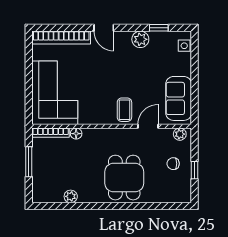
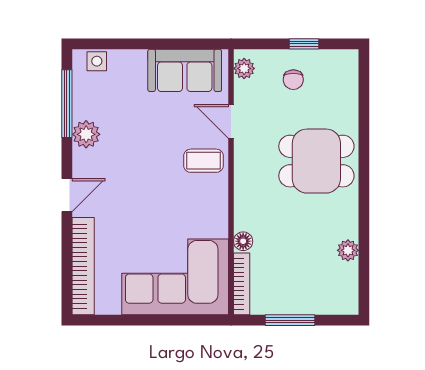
window: (159, 28) -> (67, 104), width x2.17

